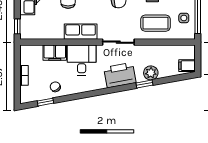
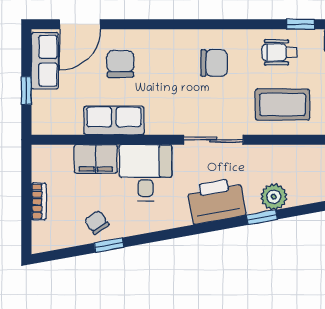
window: (17, 26) -> (26, 90), moved
row of seats: (81, 32) -> (114, 120), moved
window: (45, 102) -> (109, 245), moved

